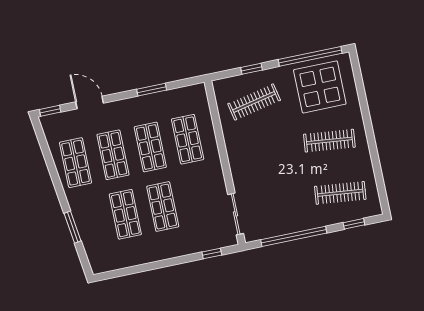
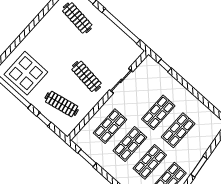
window: (152, 90) -> (87, 158), moved
clothes rail: (329, 141) -> (87, 76), moved
sliding door: (236, 214) -> (121, 81), moved
window: (73, 227) -> (199, 167), moved

